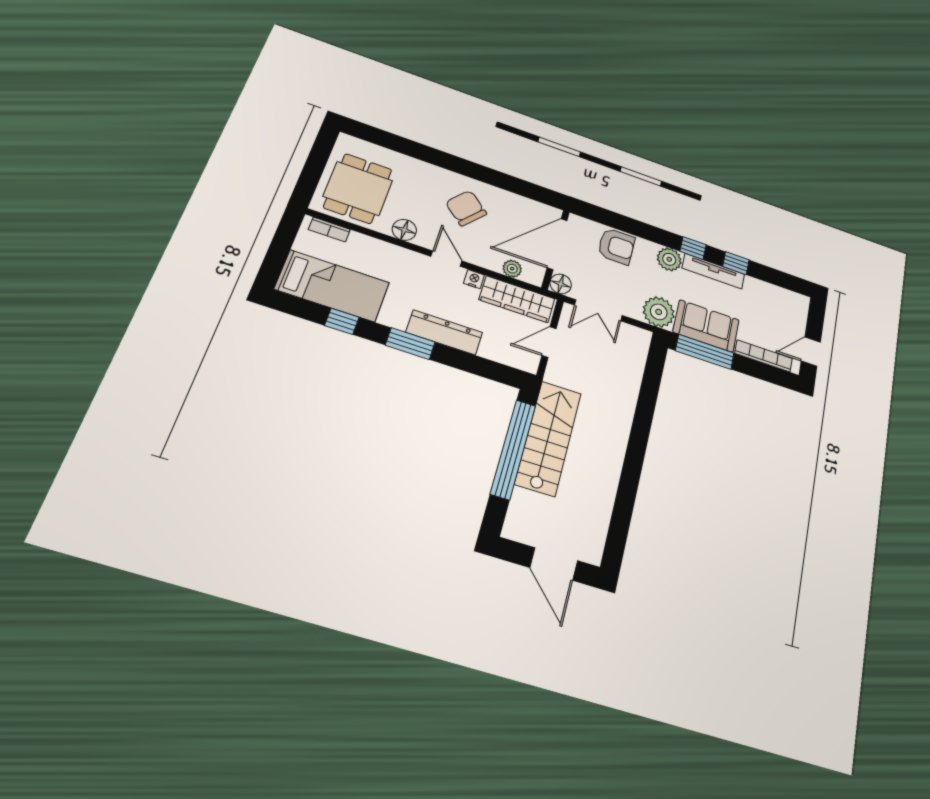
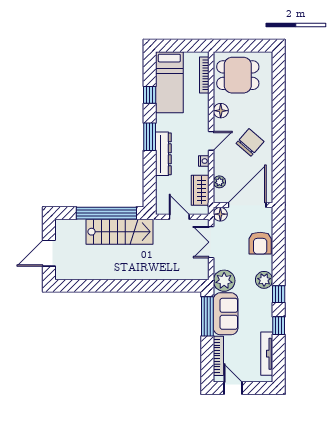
bookcase: (329, 230) -> (204, 75), width x1.56
door: (557, 244) -> (247, 205), hinge flipped
tv unit: (713, 271) -> (267, 354), moved
wardrobe: (517, 299) -> (200, 190), width x0.67

